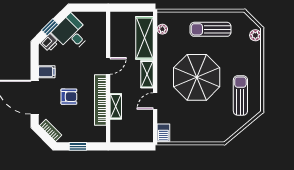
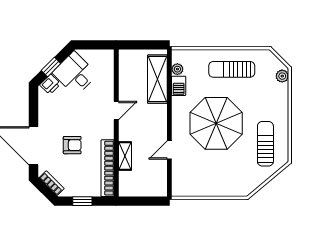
filing cabinet: (47, 72) -> (47, 117), removed
shelving: (147, 74) -> (160, 120), removed
bookcase: (100, 100) -> (108, 168), moved
barbecue: (163, 133) -> (179, 86), moved

